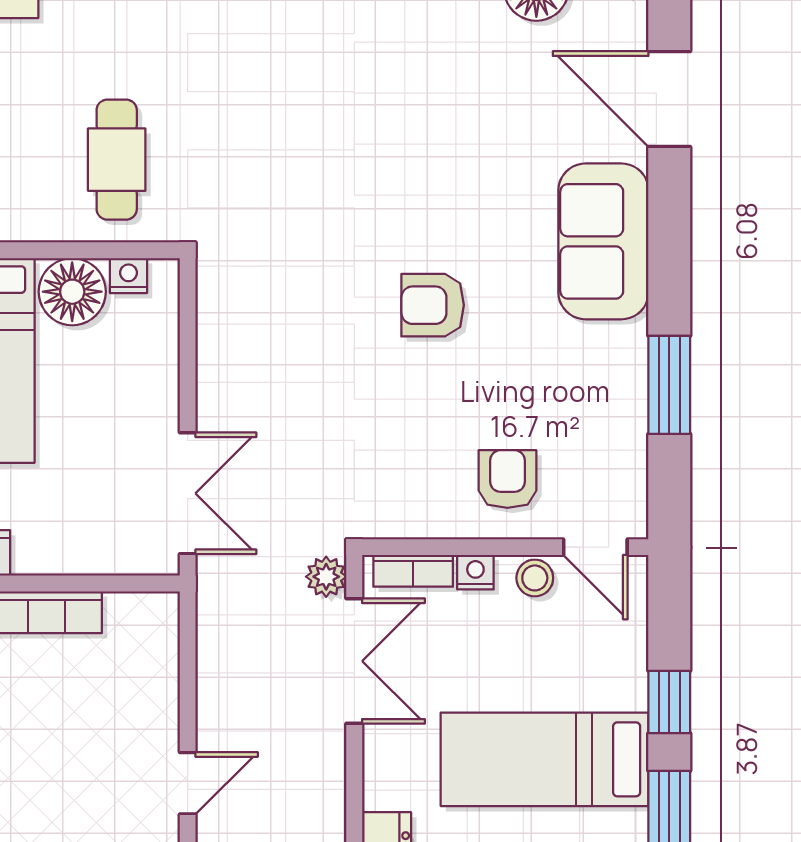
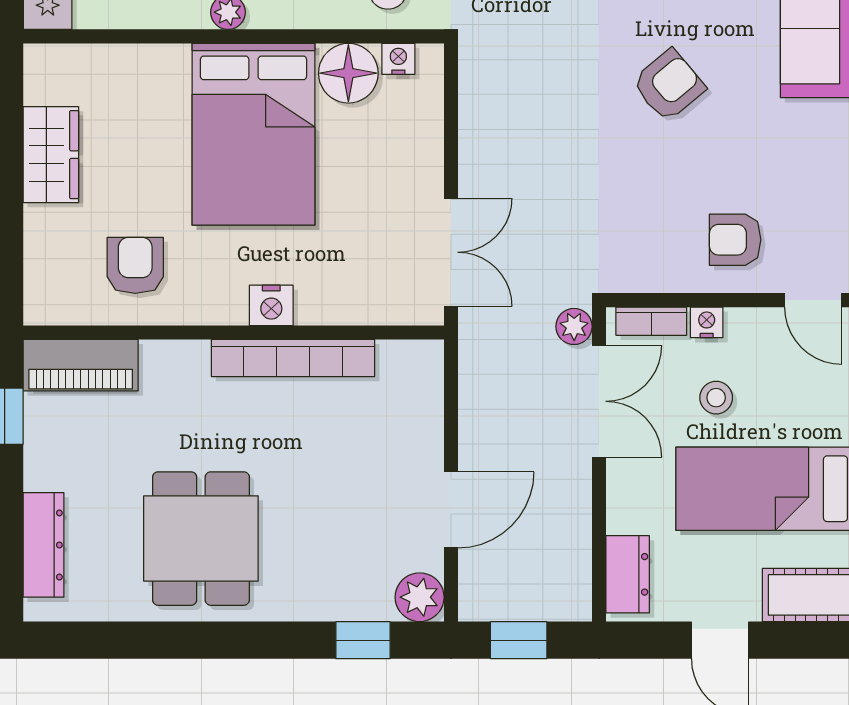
armchair: (433, 305) -> (669, 85), turned 140
armchair: (507, 479) -> (735, 240), turned -90
stool: (535, 578) -> (716, 398), moved
door: (188, 783) -> (451, 510), width x1.38

